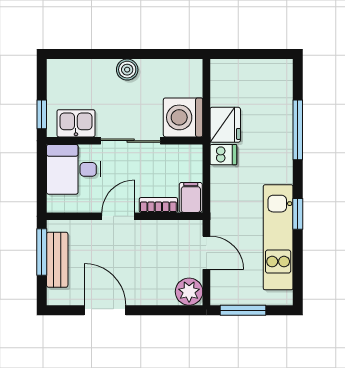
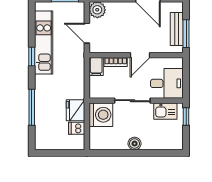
dishwasher: (223, 155) -> (77, 128), moved

